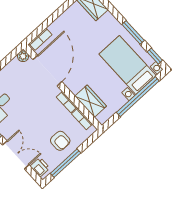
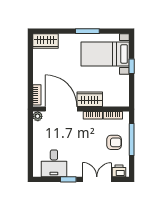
window: (155, 56) -> (116, 31), removed
window: (138, 97) -> (132, 66), width x0.32
wardrobe: (91, 101) -> (90, 99), moved
window: (66, 163) -> (132, 139), moved

